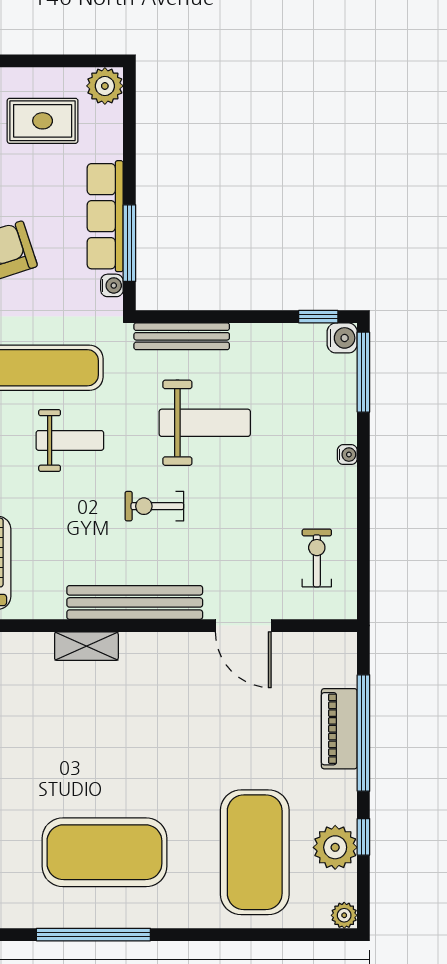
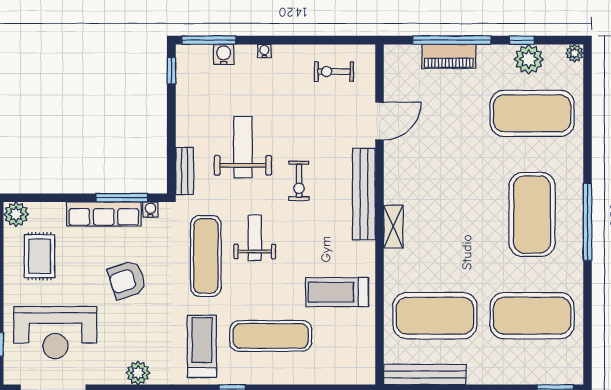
bench: (182, 336) -> (185, 171), width x0.73
water cooler: (342, 338) -> (224, 54), moved

